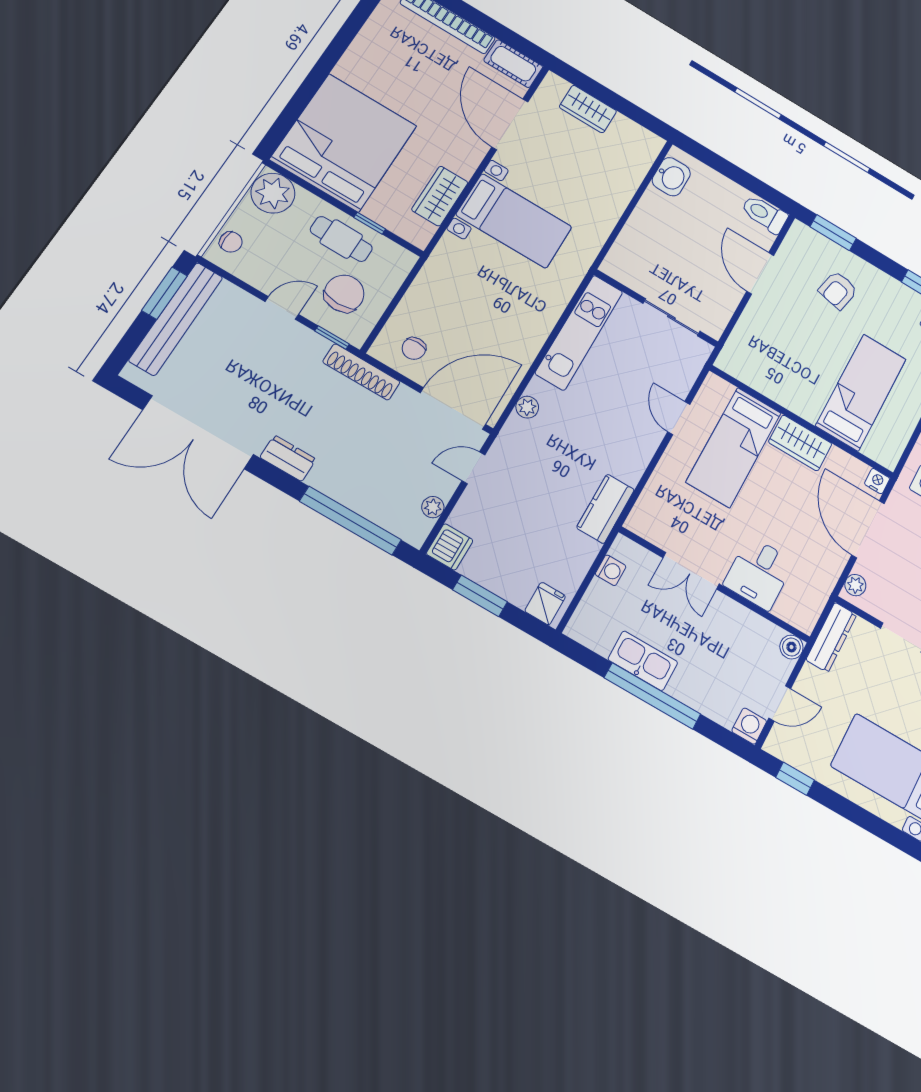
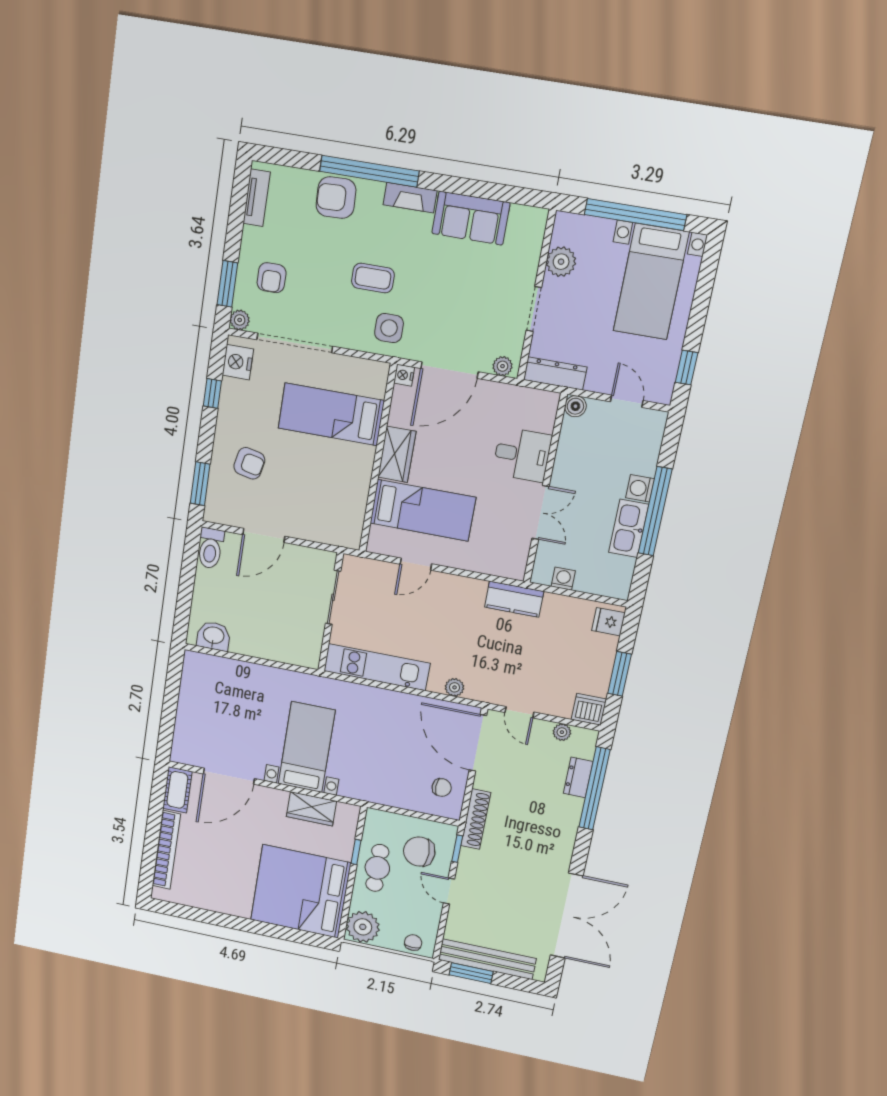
wardrobe: (588, 109) -> (187, 721), removed
dresser: (288, 458) -> (578, 777), moved
washing machine: (749, 726) -> (640, 488), moved

